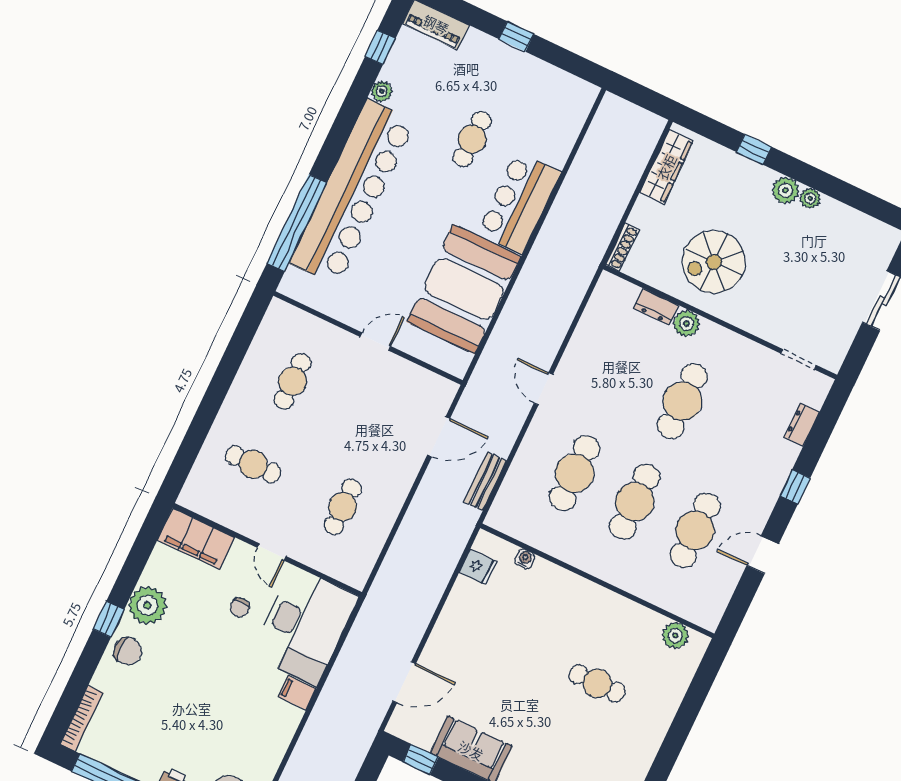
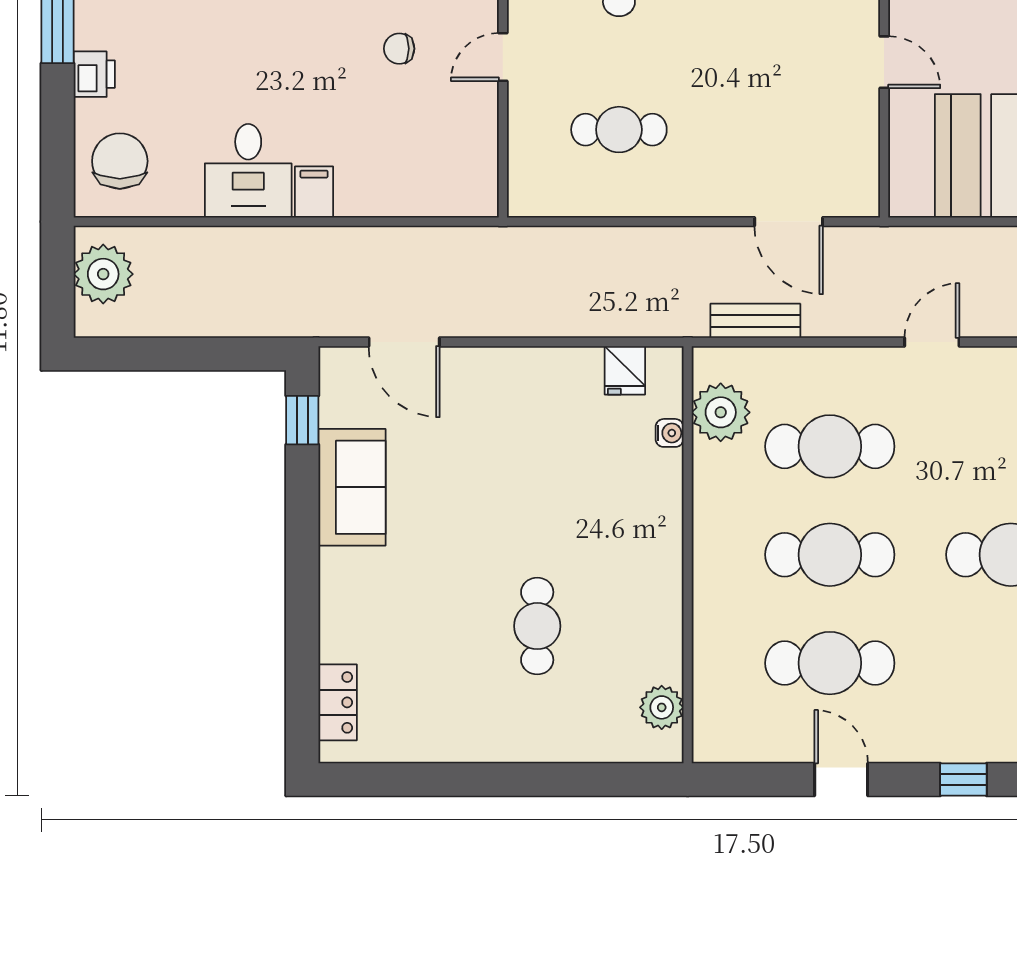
plant: (527, 525) -> (721, 412), added
desk: (305, 626) -> (248, 171), moved, width x0.53, depth x0.77

